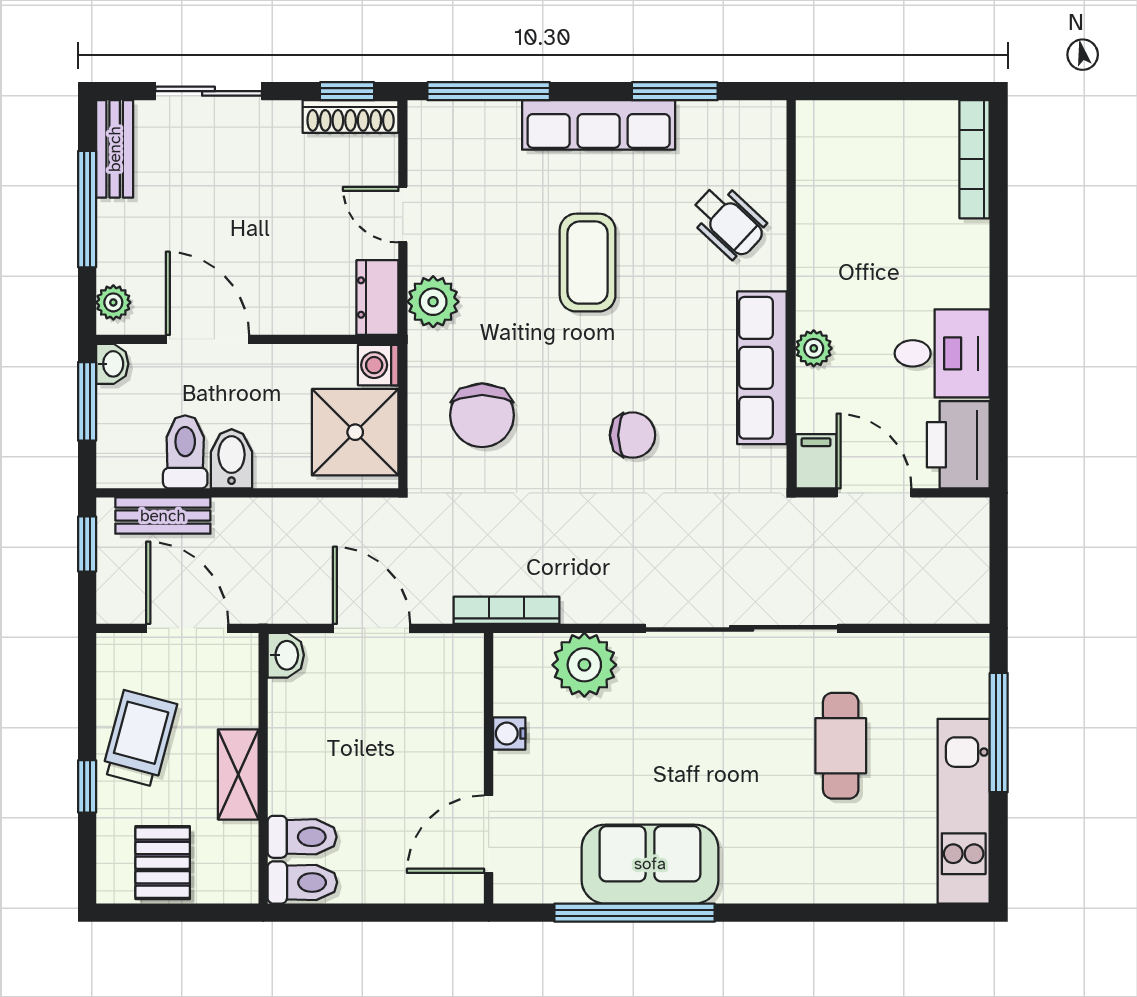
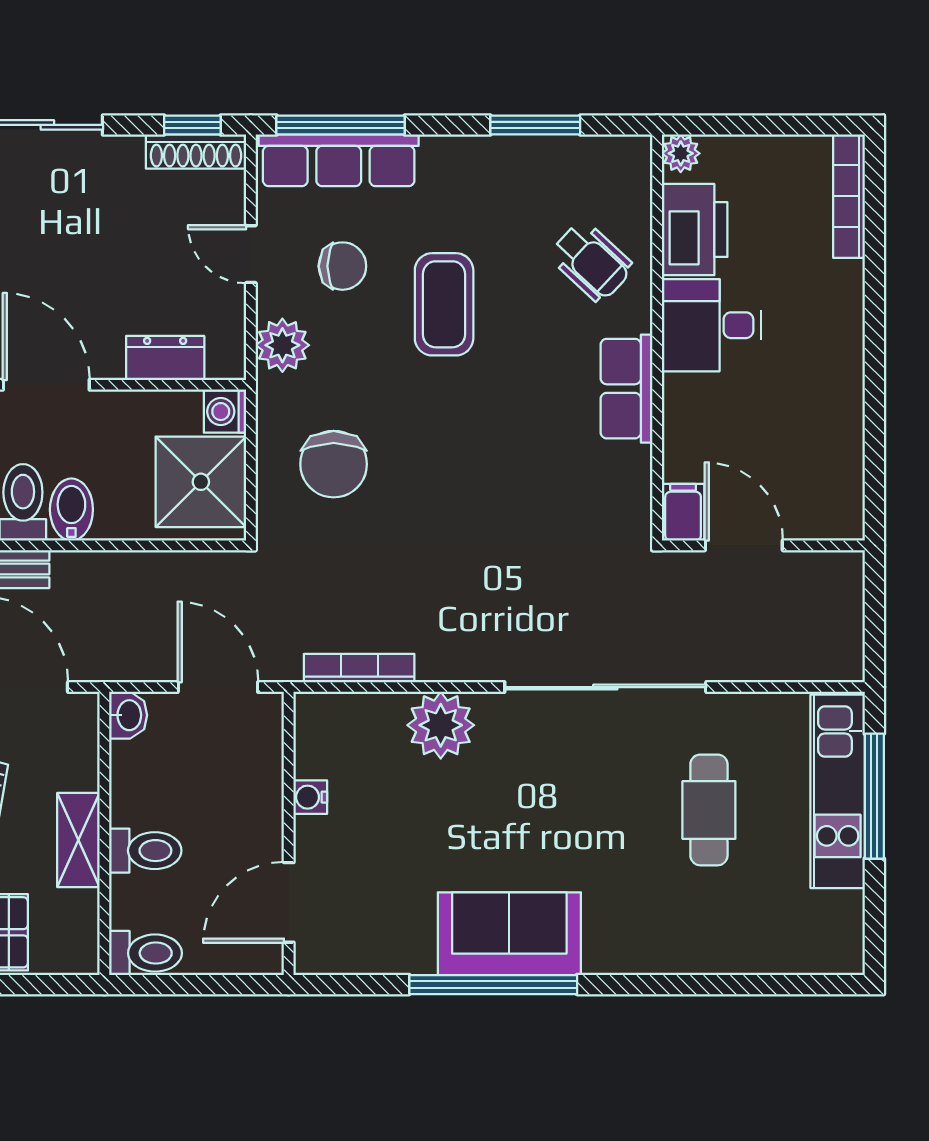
row of seats: (599, 125) -> (339, 160), moved
dresser: (377, 298) -> (165, 358), moved, turned 90
plant: (814, 348) -> (681, 153), moved
desk: (942, 353) -> (712, 325), moved, turned 180
row of seats: (762, 368) -> (626, 389), width x0.68
chair: (633, 435) -> (342, 266), moved
printer: (958, 445) -> (695, 230), moved, turned 180
water cooler: (509, 734) -> (310, 797), moved
wall: (489, 768) -> (289, 833), moved
kitchen unit: (964, 811) -> (838, 791), moved
door: (489, 834) -> (289, 902), moved
toilet: (302, 837) -> (145, 851), moved

